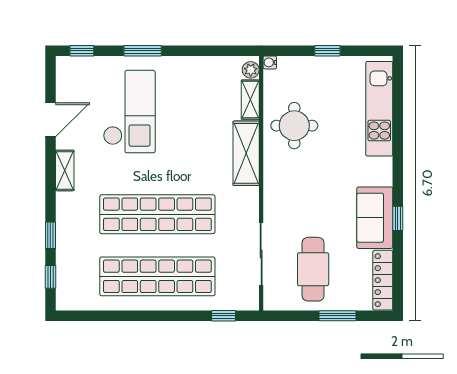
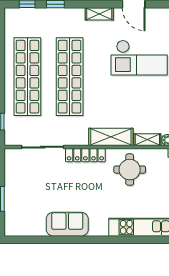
window: (398, 218) -> (67, 240), removed
cafe table: (313, 269) -> (32, 182), removed
locker: (383, 280) -> (85, 155), moved, turned 180

